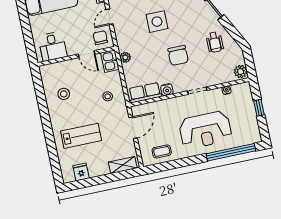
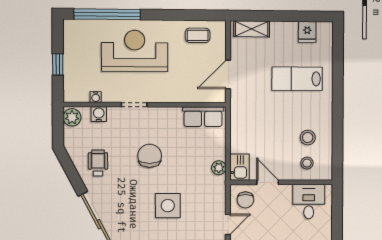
water cooler: (167, 90) -> (99, 114), moved
stool: (108, 96) -> (307, 163), moved

